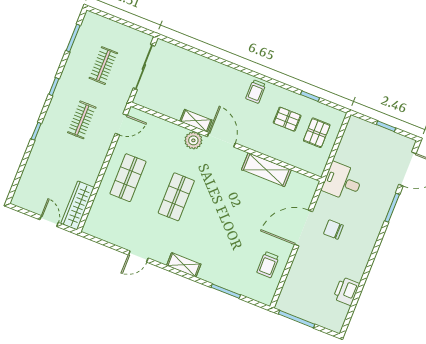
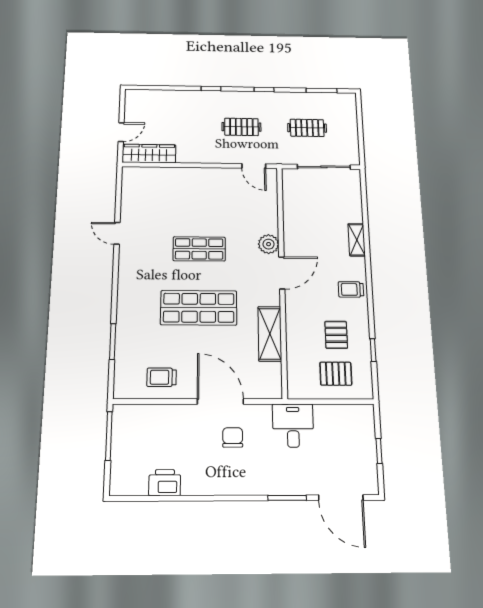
shelving: (196, 121) -> (357, 240), moved
shop shelf: (128, 178) -> (199, 308), moved, width x1.43, depth x1.36
shelving: (184, 265) -> (126, 284), removed

